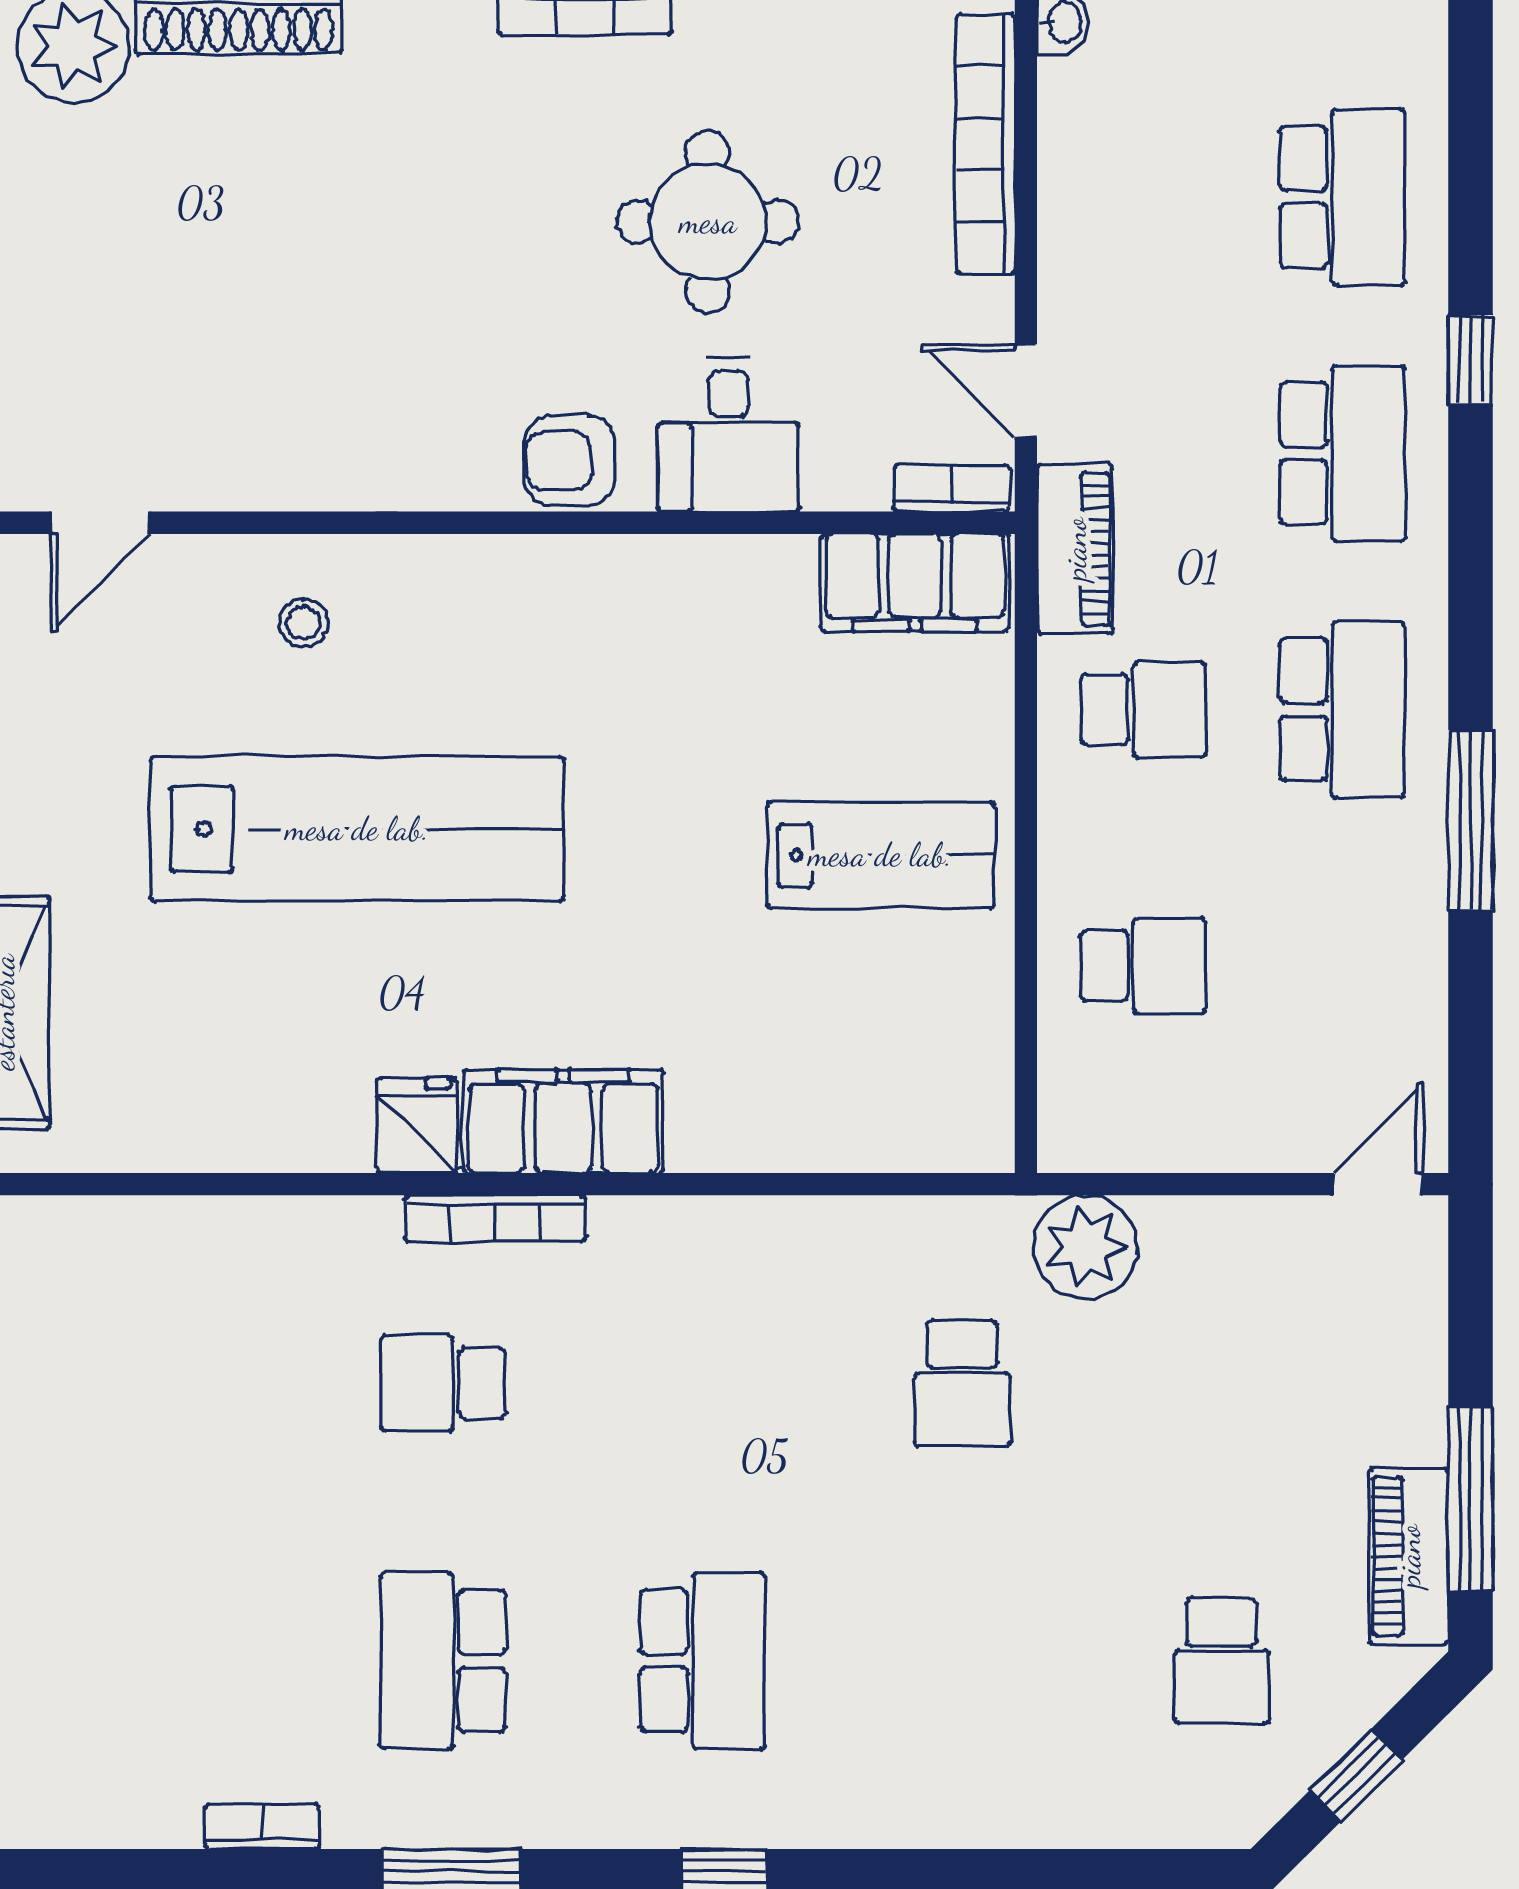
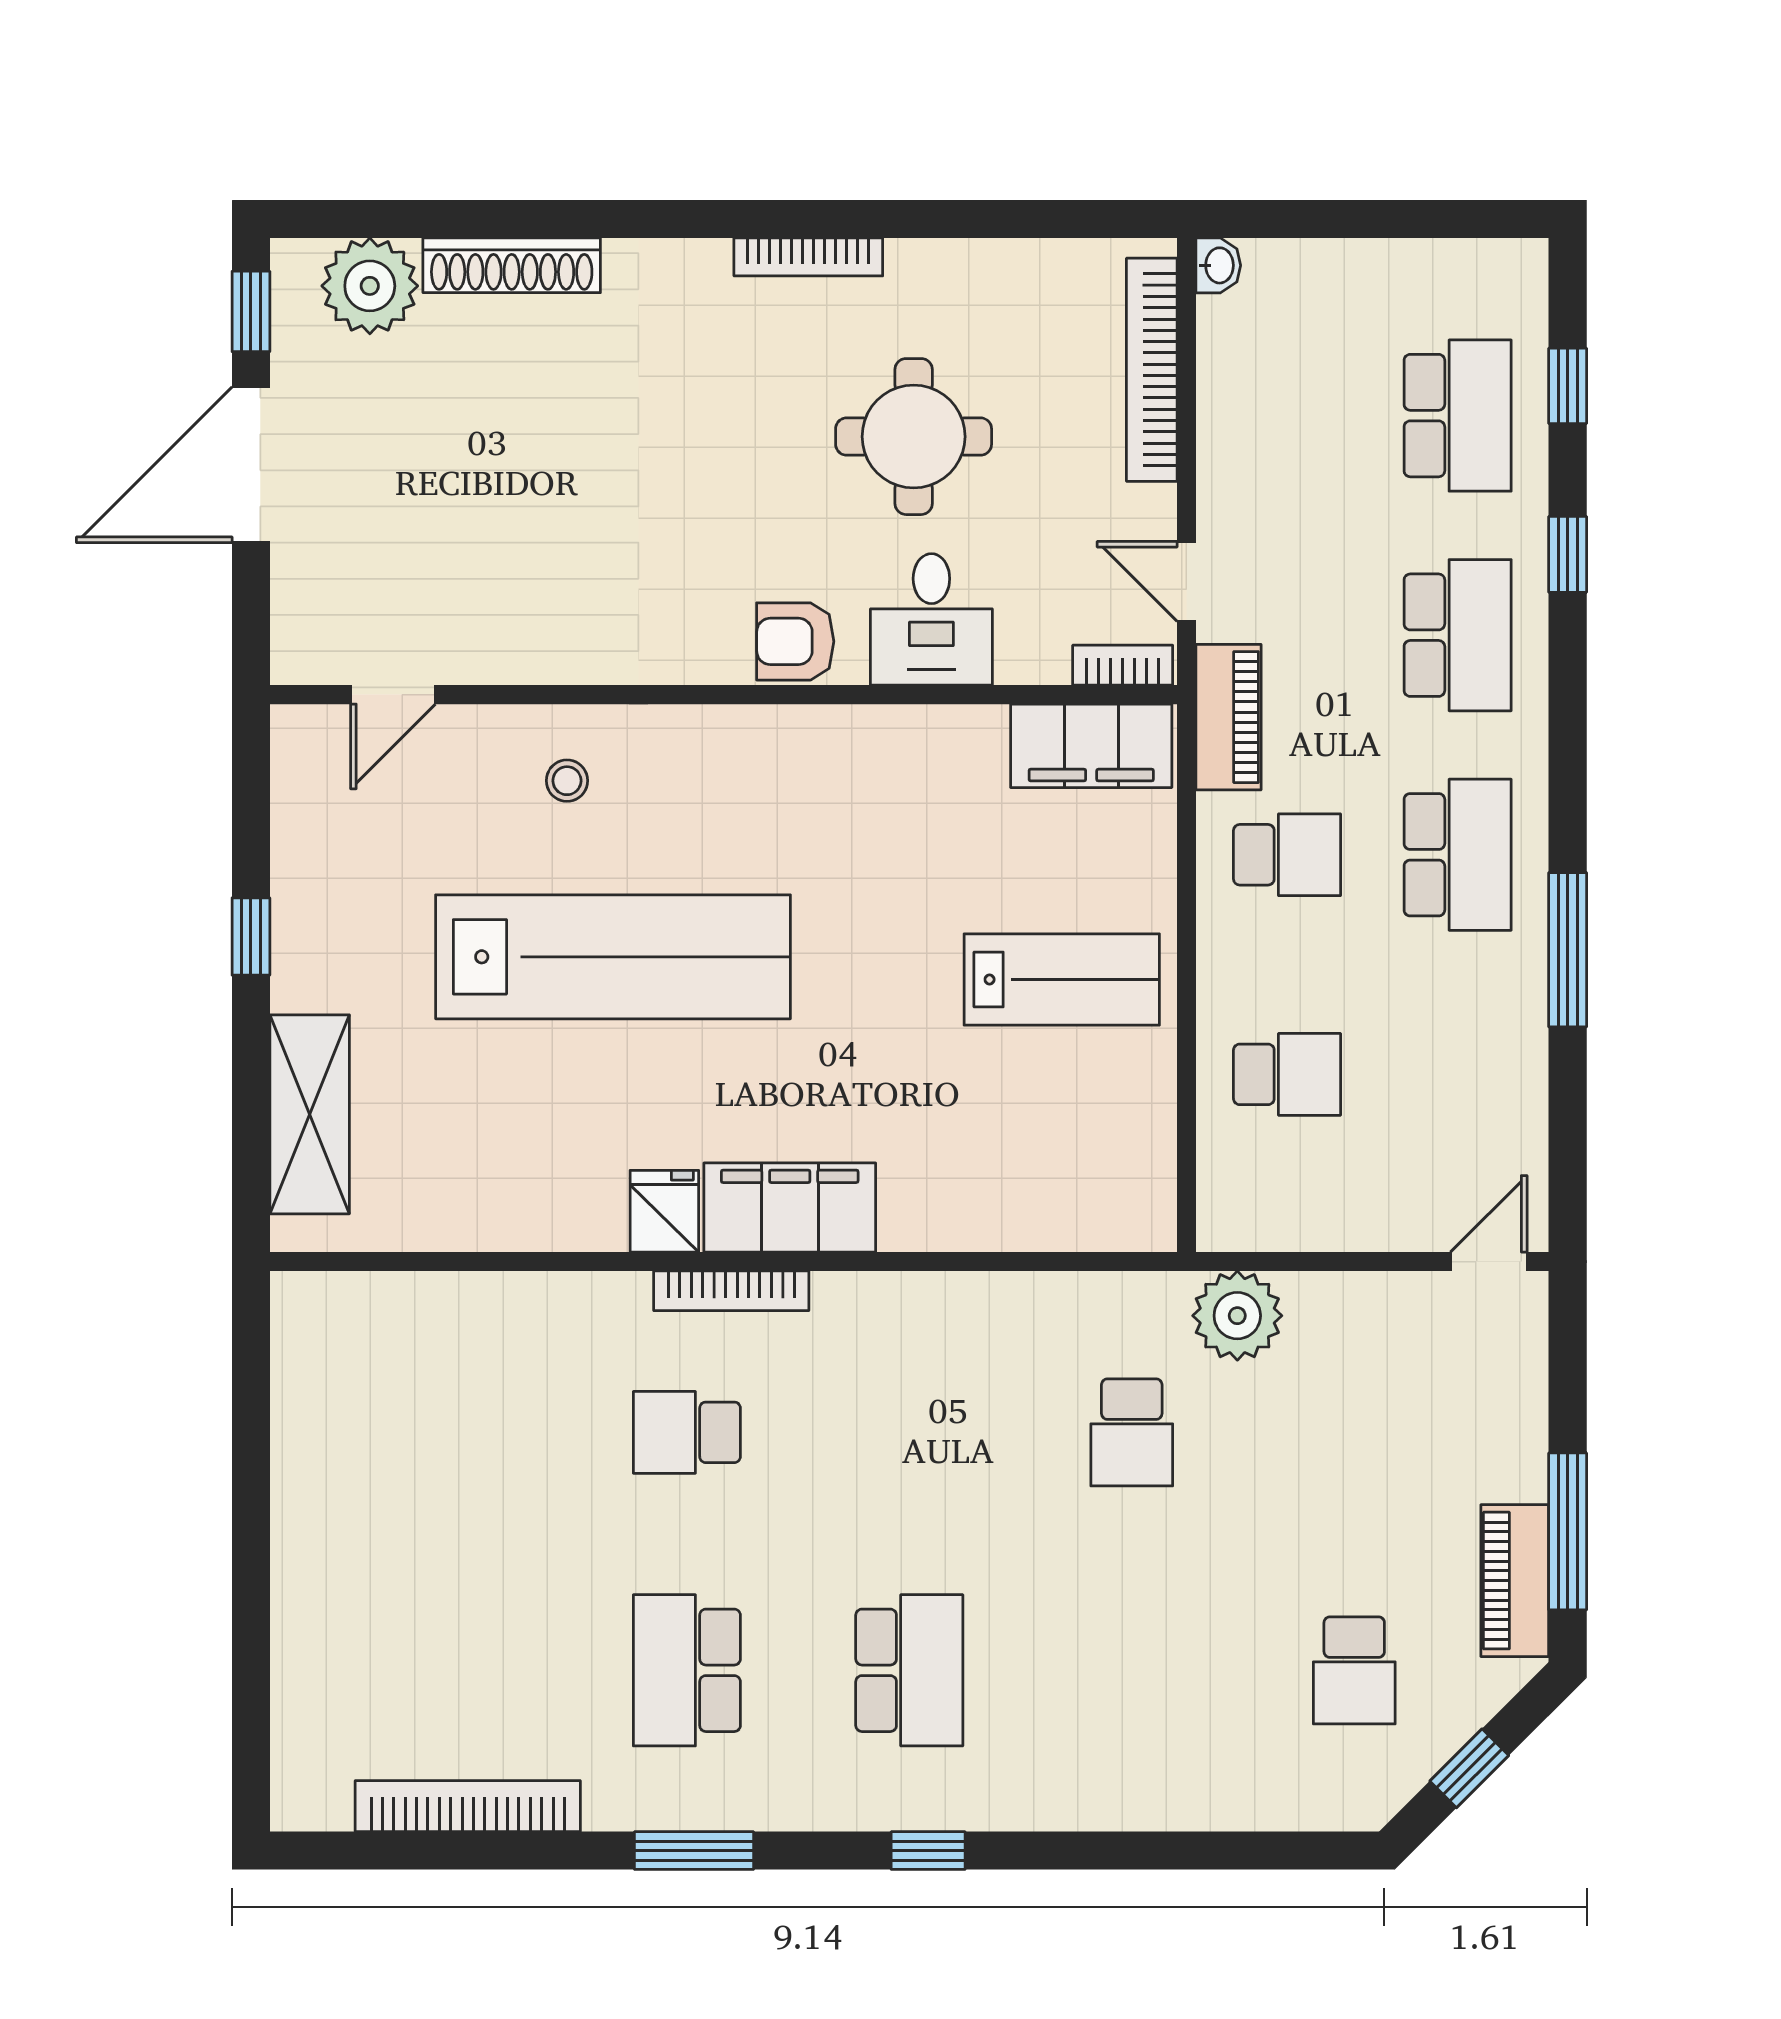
window: (1471, 163) -> (1568, 386), added
bookcase: (262, 1826) -> (468, 1806), width x2.31, depth x1.31

